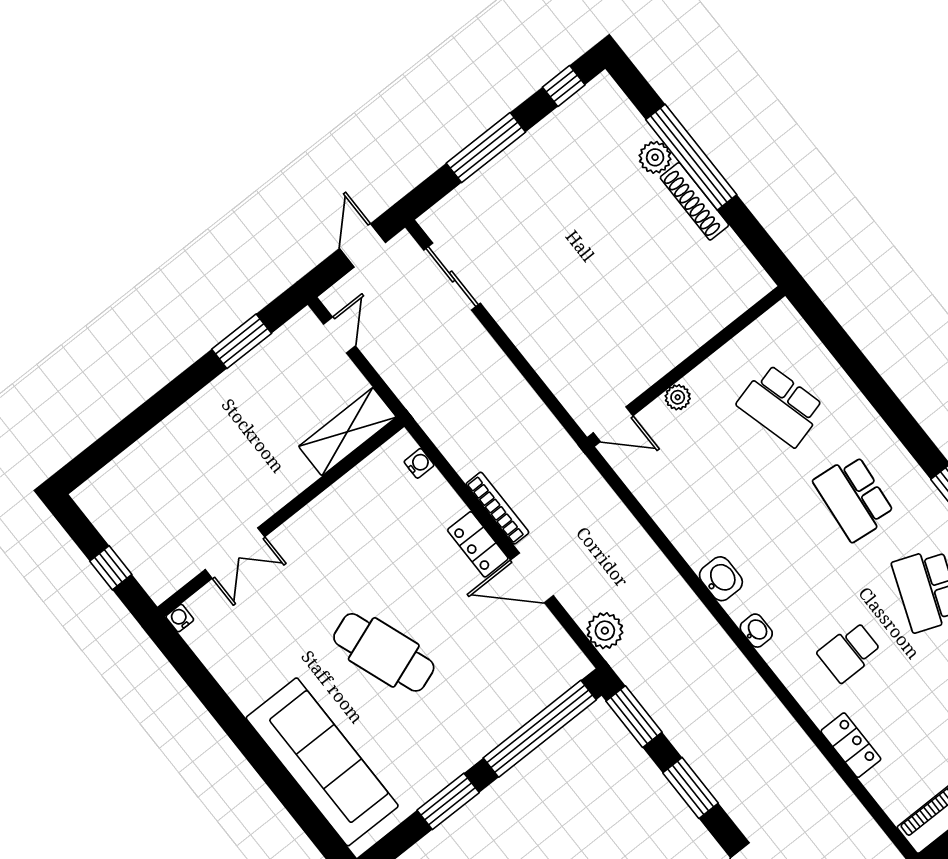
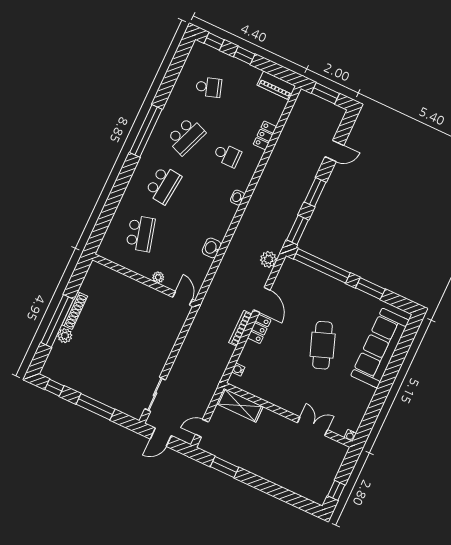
window: (111, 568) -> (336, 490), moved
washbasin: (721, 579) -> (212, 248), moved

